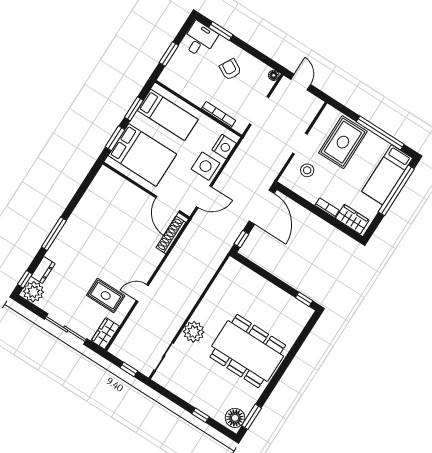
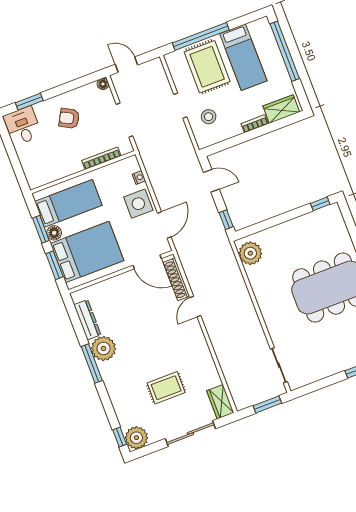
window: (169, 54) -> (15, 162), removed
floor lamp: (138, 120) -> (54, 233), added
window: (380, 133) -> (201, 36), moved
nightstand: (224, 147) -> (139, 178), width x0.53, depth x0.56
bed: (387, 175) -> (243, 57), moved
door: (262, 207) -> (211, 181), width x0.53
plant: (81, 219) -> (104, 348), added
window: (54, 234) -> (92, 363), moved
dresser: (43, 270) -> (87, 320), moved, width x1.44
door: (142, 293) -> (195, 307), moved
rug: (106, 296) -> (166, 388), moved
plant: (194, 332) -> (250, 253), moved
window: (129, 369) -> (267, 404), width x1.50

